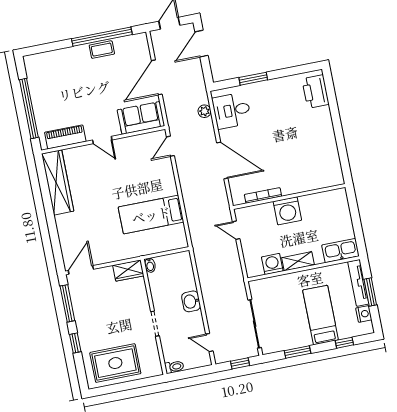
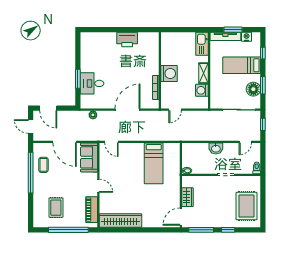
coffee table: (102, 50) -> (43, 165), moved
rug: (58, 84) -> (56, 208), added
printer: (316, 91) -> (127, 40), moved
desk: (232, 111) -> (92, 83), moved, turned 90
door: (102, 140) -> (98, 186), hinge flipped
door: (81, 270) -> (181, 217), hinge flipped
wardrobe: (128, 271) -> (187, 197), moved
floor lamp: (289, 339) -> (253, 89), added

